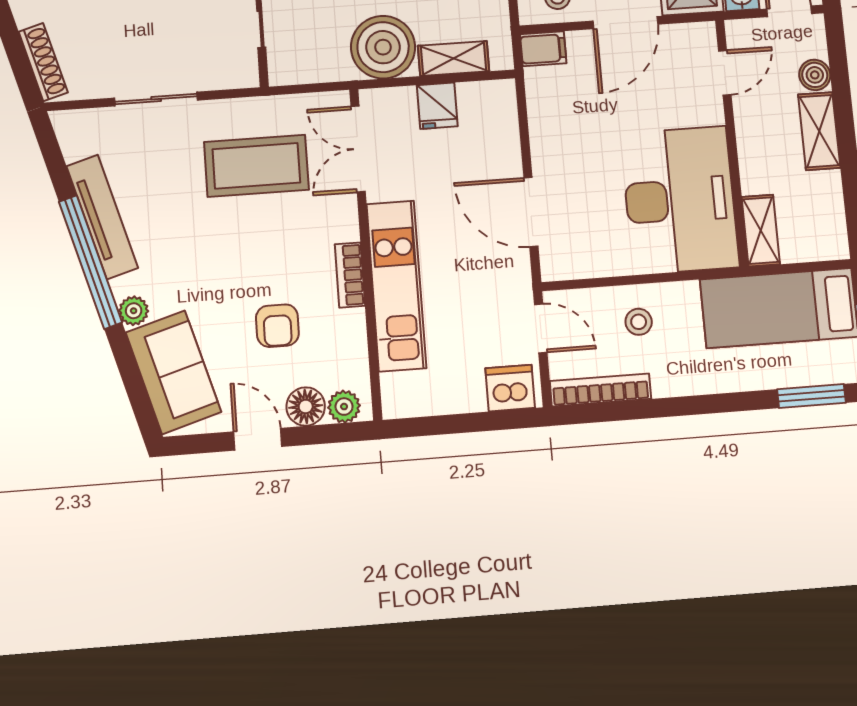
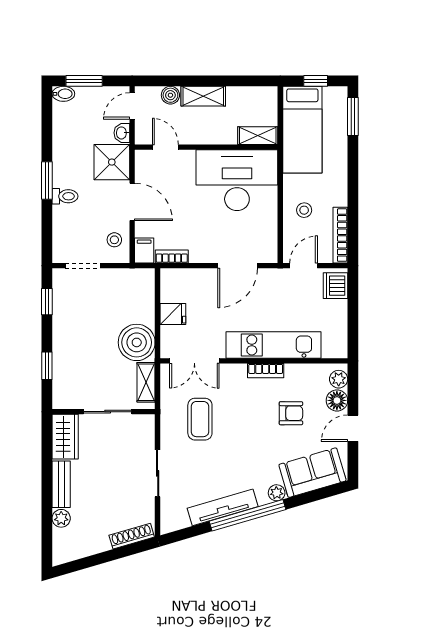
shelving: (453, 58) -> (146, 382), moved
bookcase: (537, 97) -> (172, 257), added
coffee table: (256, 166) -> (200, 419), width x0.73, depth x0.76

